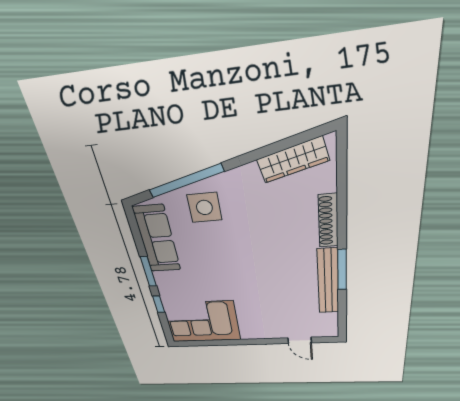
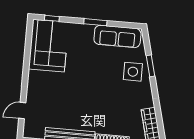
window: (186, 181) -> (150, 66), width x0.47
window: (159, 304) -> (52, 18), moved

